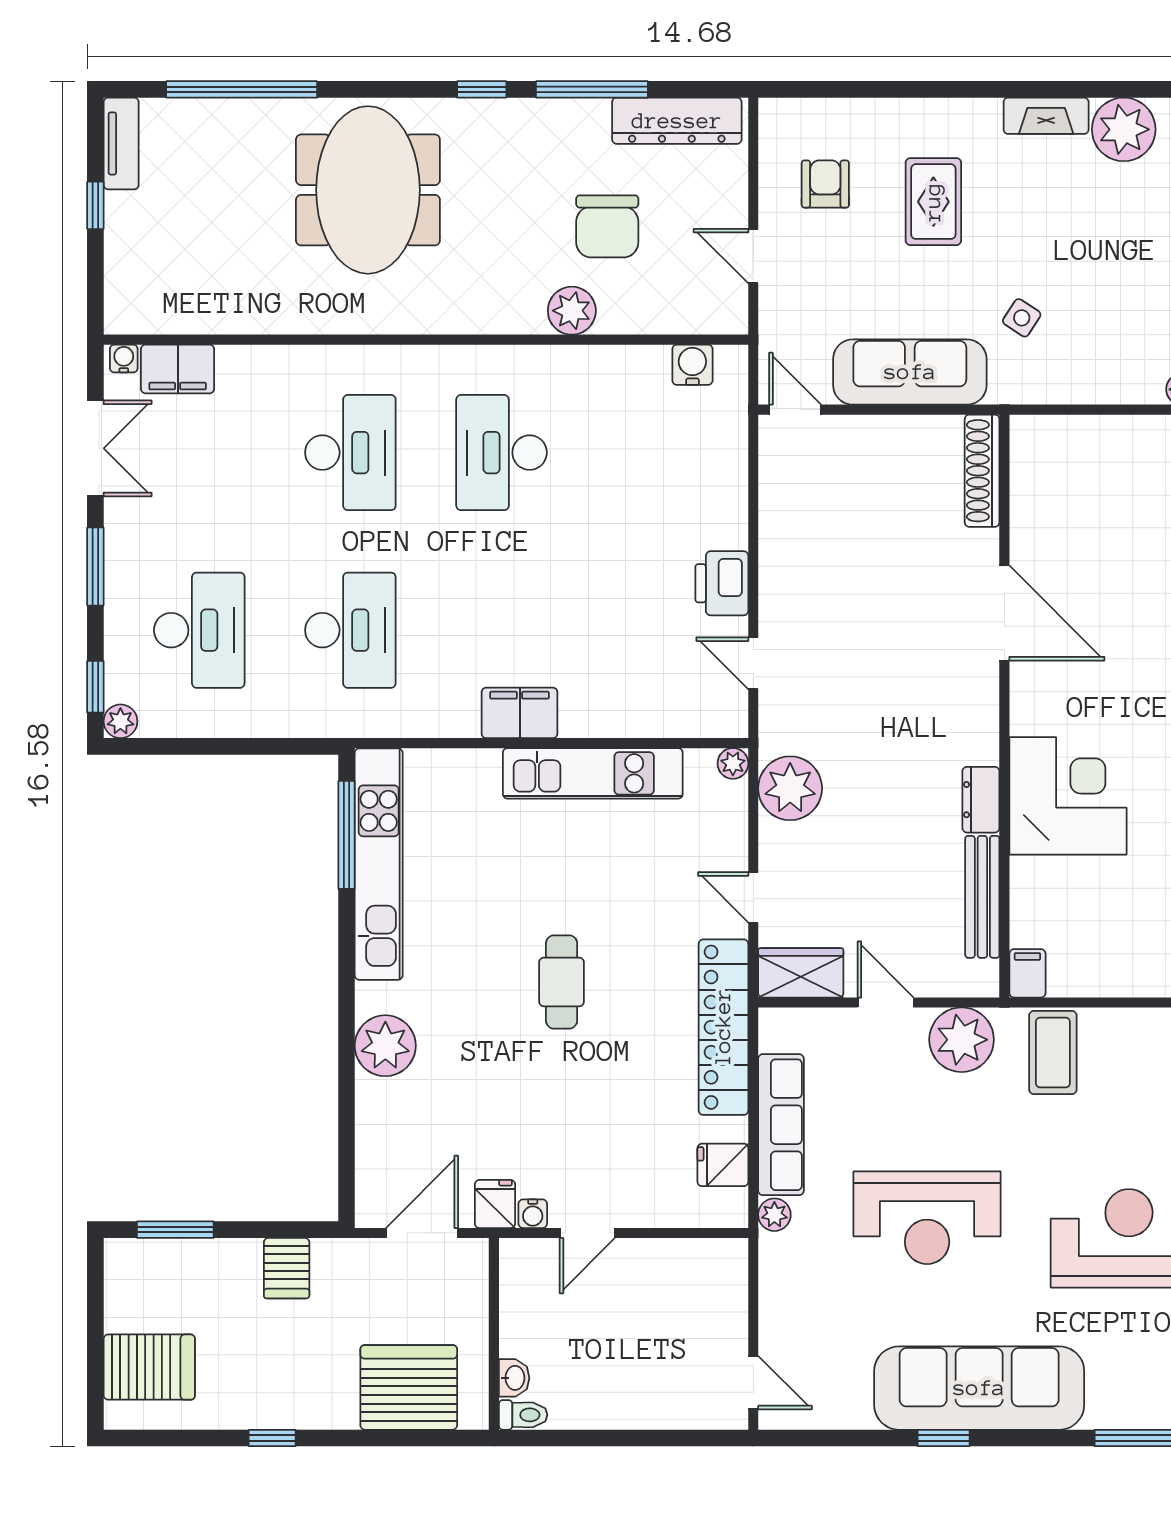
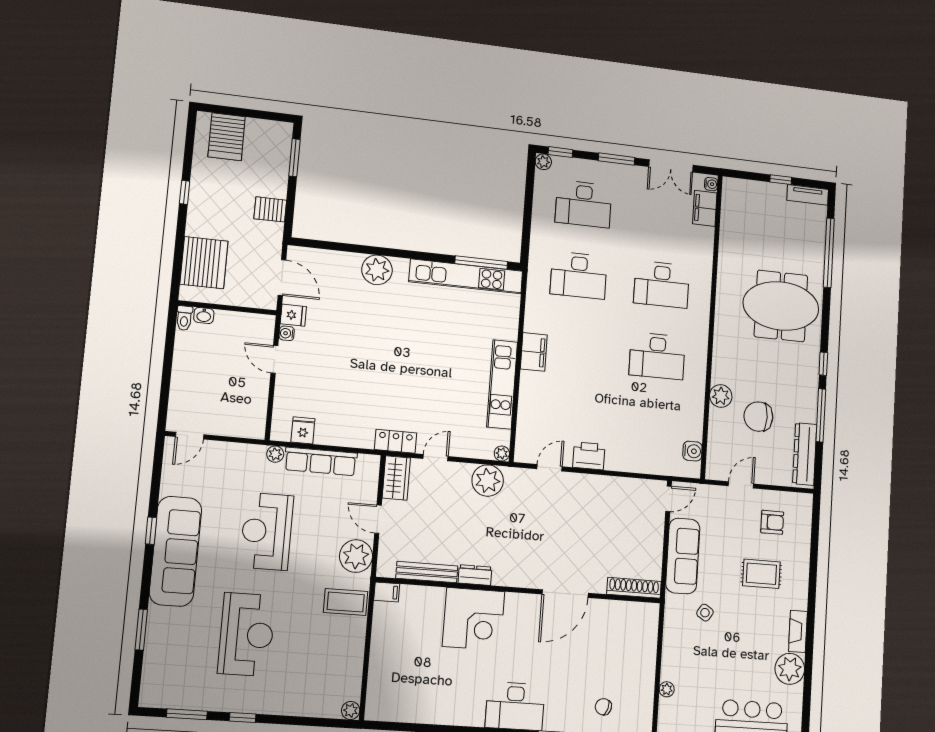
desk: (502, 453) -> (657, 356), turned 180
cafe table: (562, 982) -> (401, 359), removed
door: (886, 1002) -> (378, 519), swing flipped
locker: (723, 1027) -> (396, 441), width x0.46, depth x0.83

